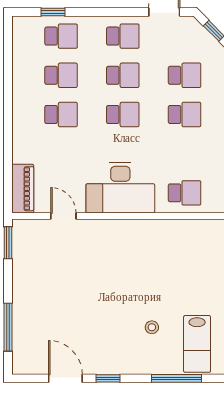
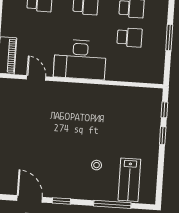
school desk: (185, 193) -> (129, 37), moved

